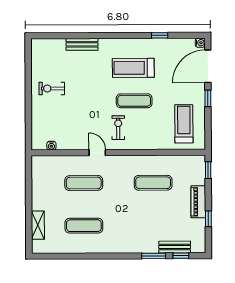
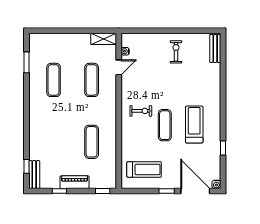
bench: (82, 44) -> (215, 48), moved
door: (97, 153) -> (119, 67), moved
shelving: (38, 225) -> (104, 39), moved
bench: (175, 247) -> (34, 175), moved
window: (154, 256) -> (26, 62), moved

